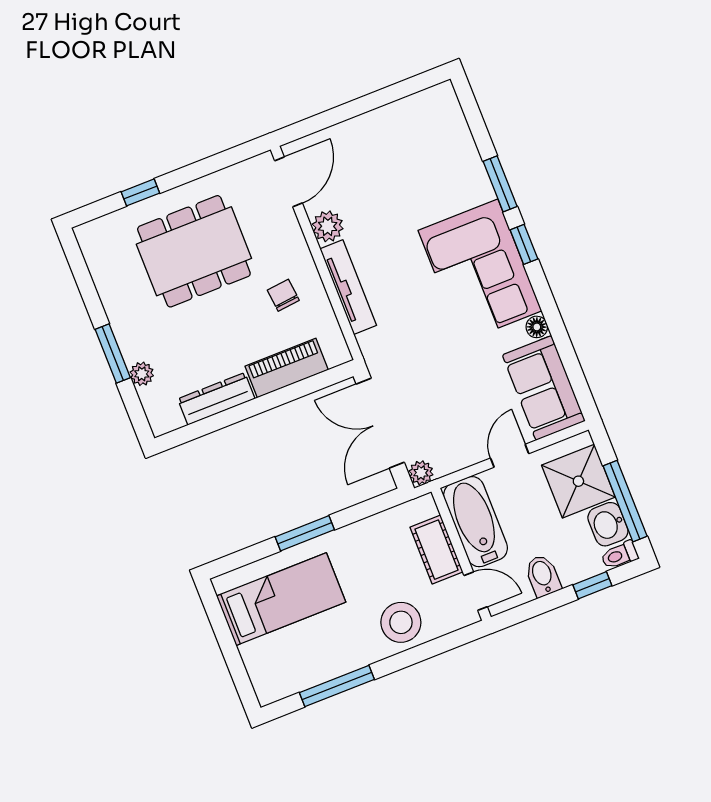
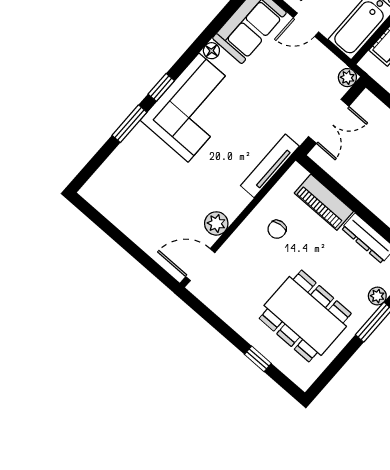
dining table: (194, 251) -> (305, 316), moved
tv unit: (348, 287) -> (270, 166), moved
double door: (380, 423) -> (329, 121), width x0.73

